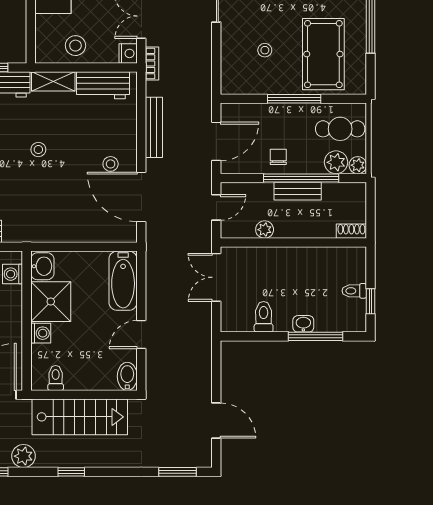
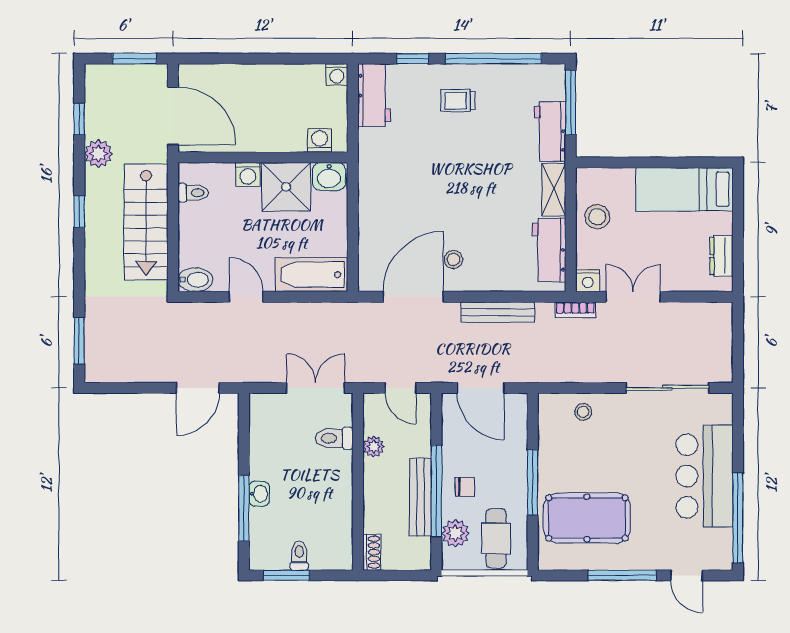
stool: (265, 50) -> (583, 412), moved
stool: (38, 150) -> (471, 172), removed
chair: (278, 157) -> (465, 487), moved
plant: (358, 165) -> (452, 560), removed
bench: (298, 191) -> (420, 497), width x1.36
window: (371, 301) -> (287, 575), width x1.50
toilet: (264, 317) -> (334, 438), moved, turned 180
door: (216, 420) -> (198, 388), moved

